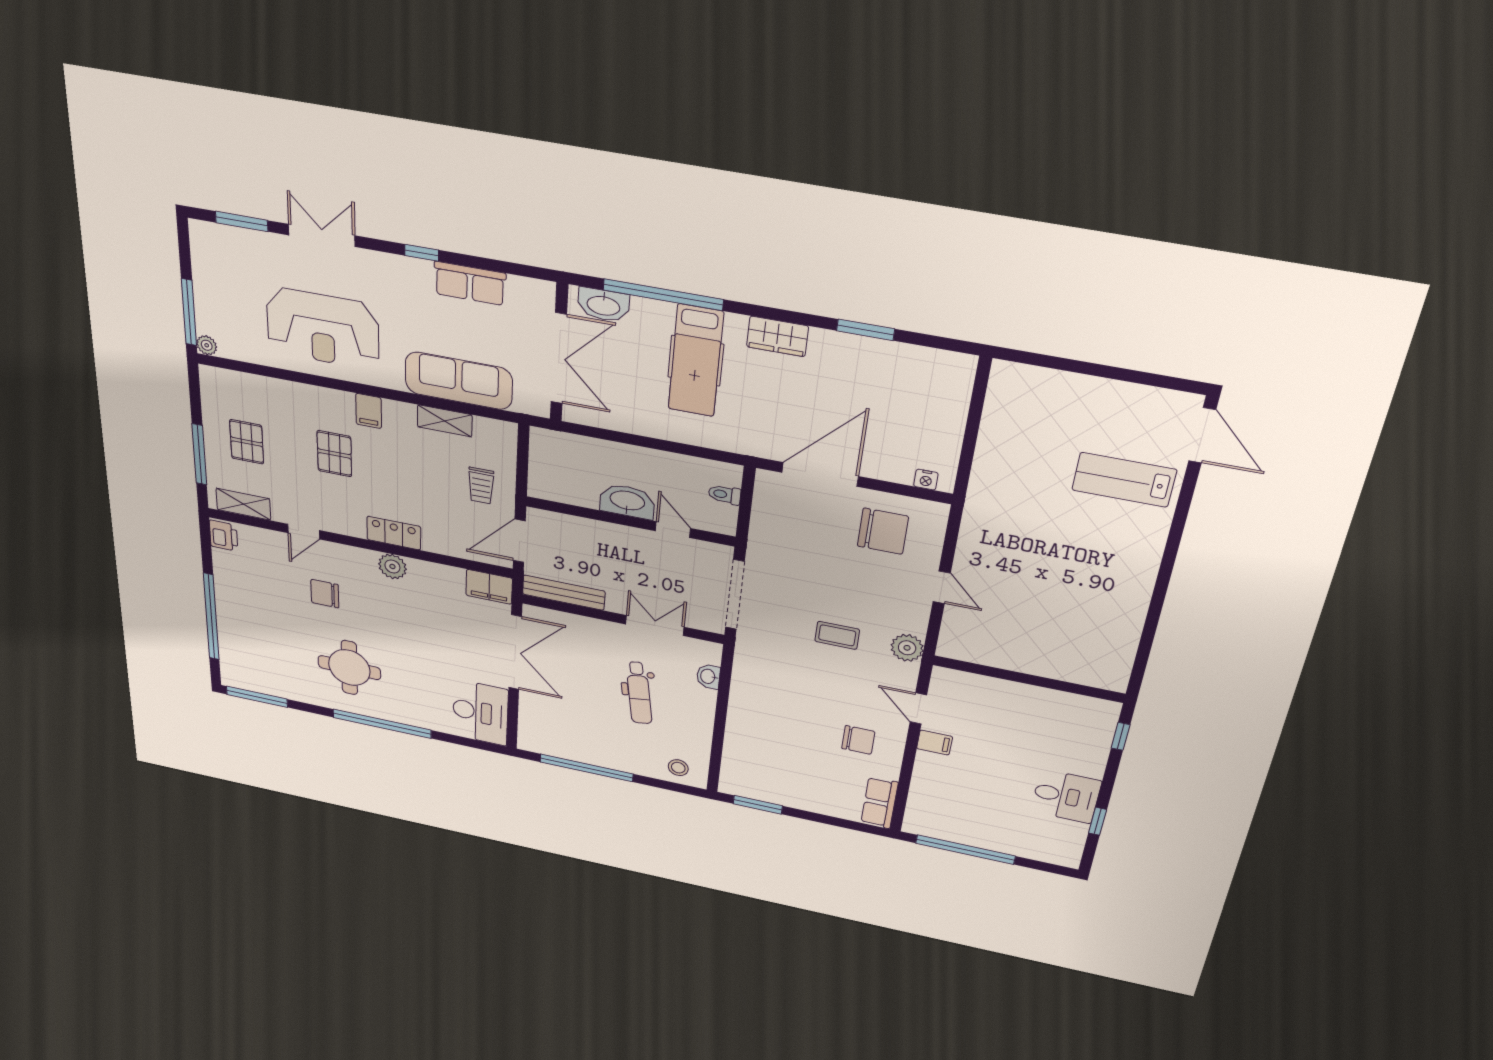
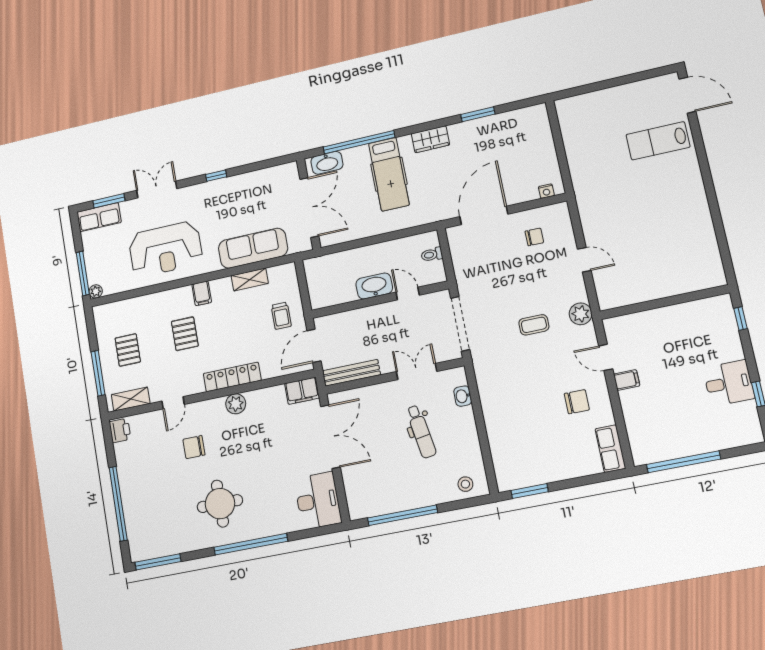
row of seats: (470, 283) -> (99, 217), moved
chair: (883, 531) -> (534, 237), width x0.54, depth x0.54
locker: (394, 533) -> (232, 377), width x1.53

